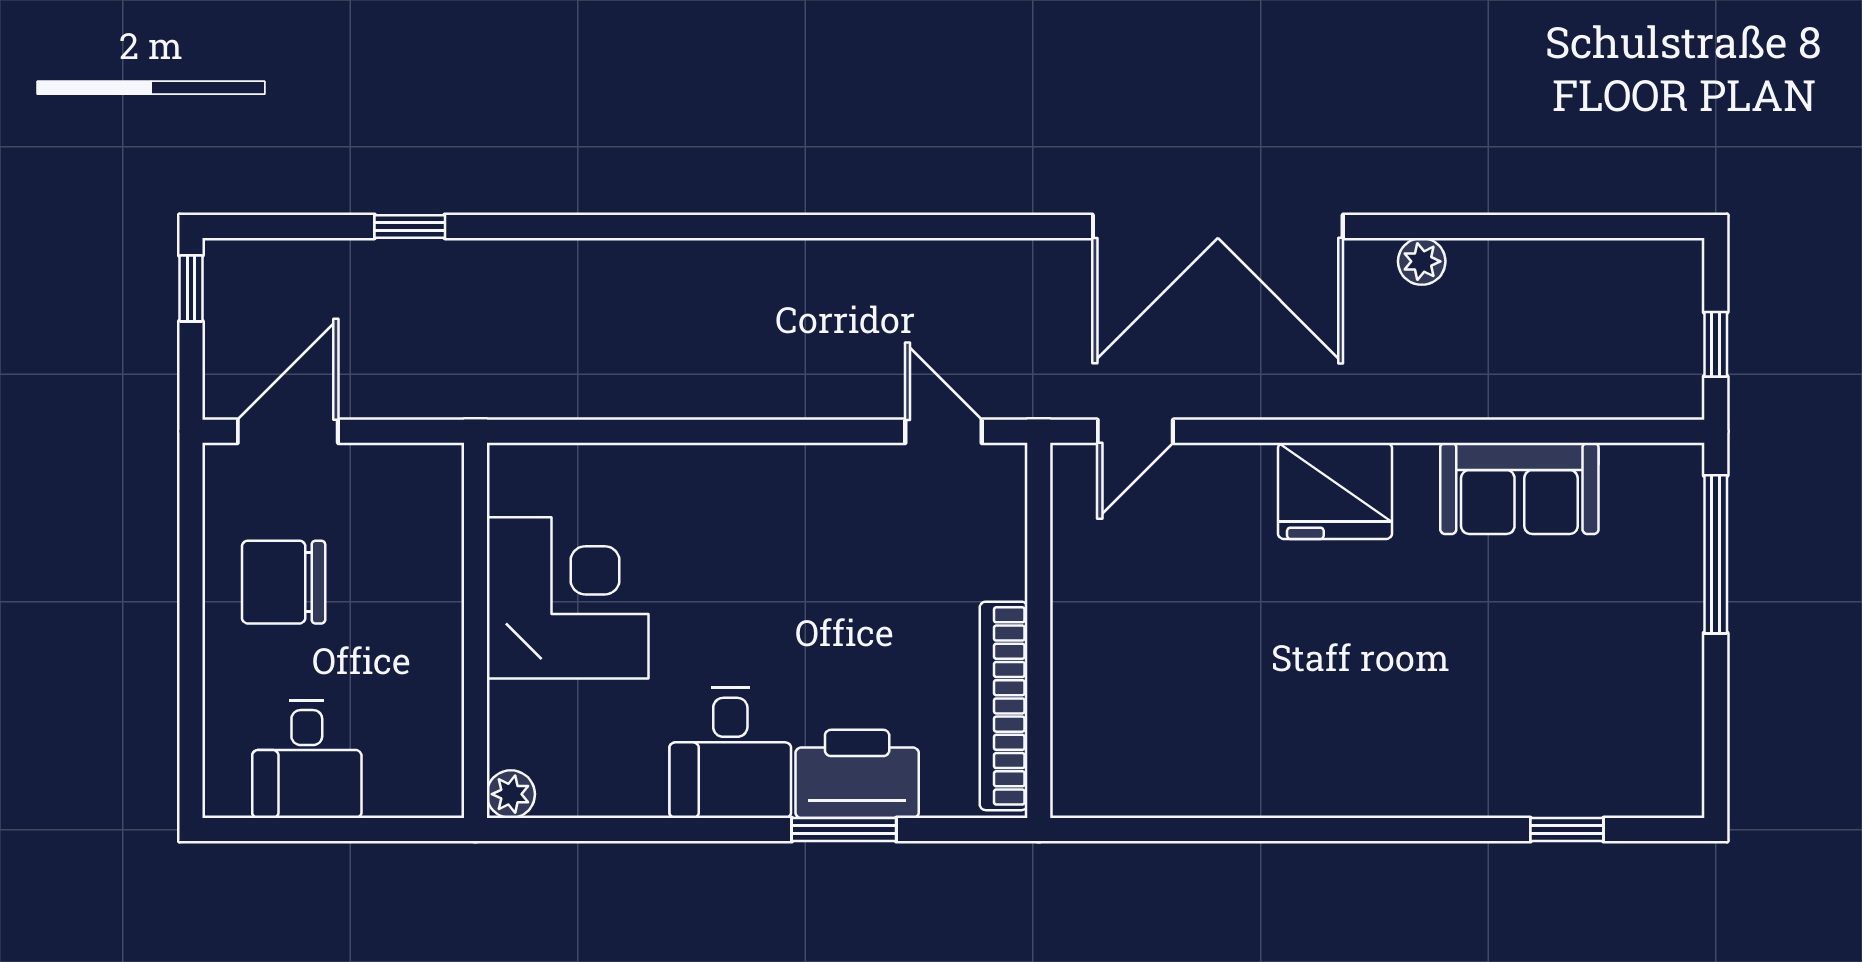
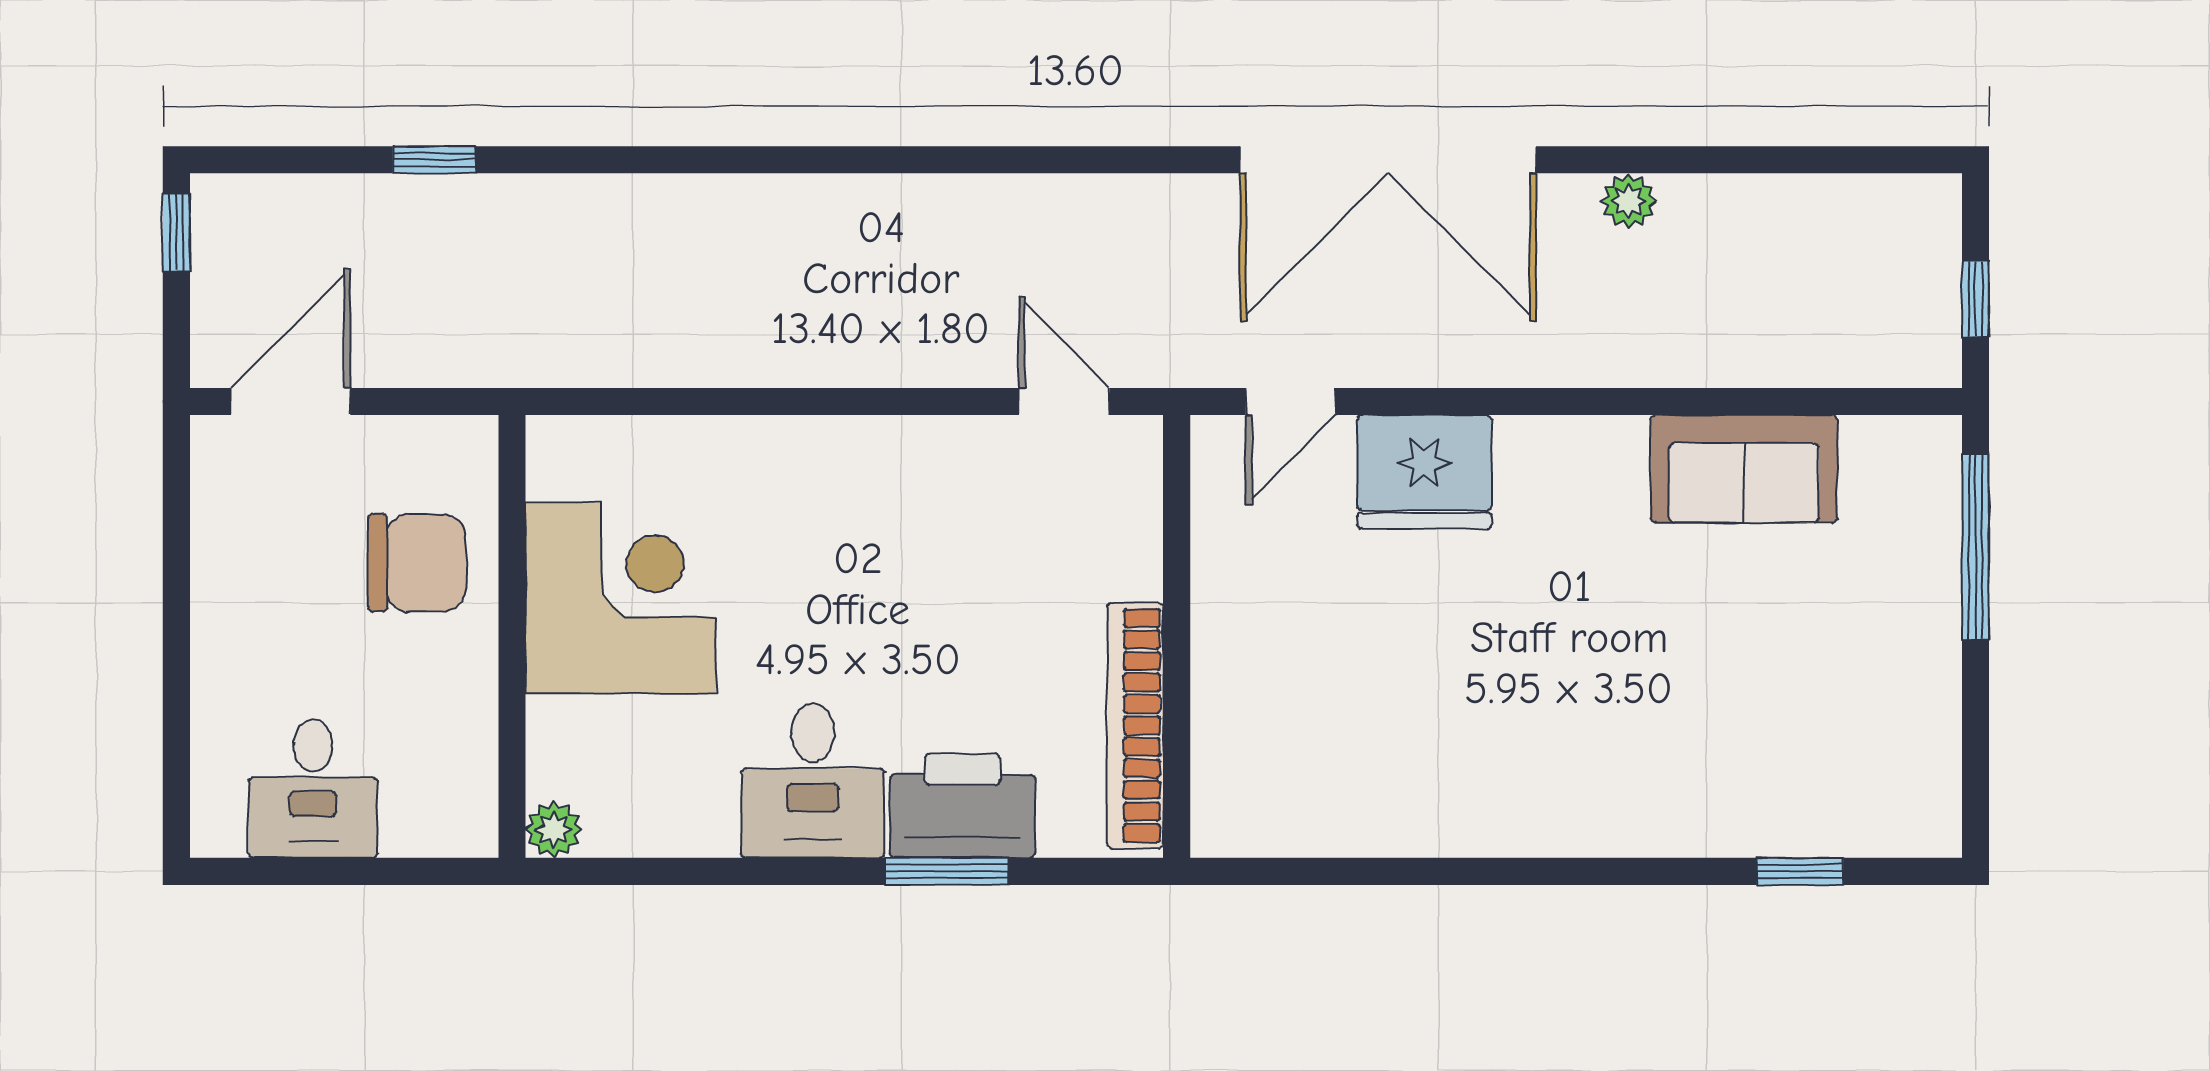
fridge: (1335, 491) -> (1424, 472), moved
chair: (284, 582) -> (417, 563), moved, turned 180

